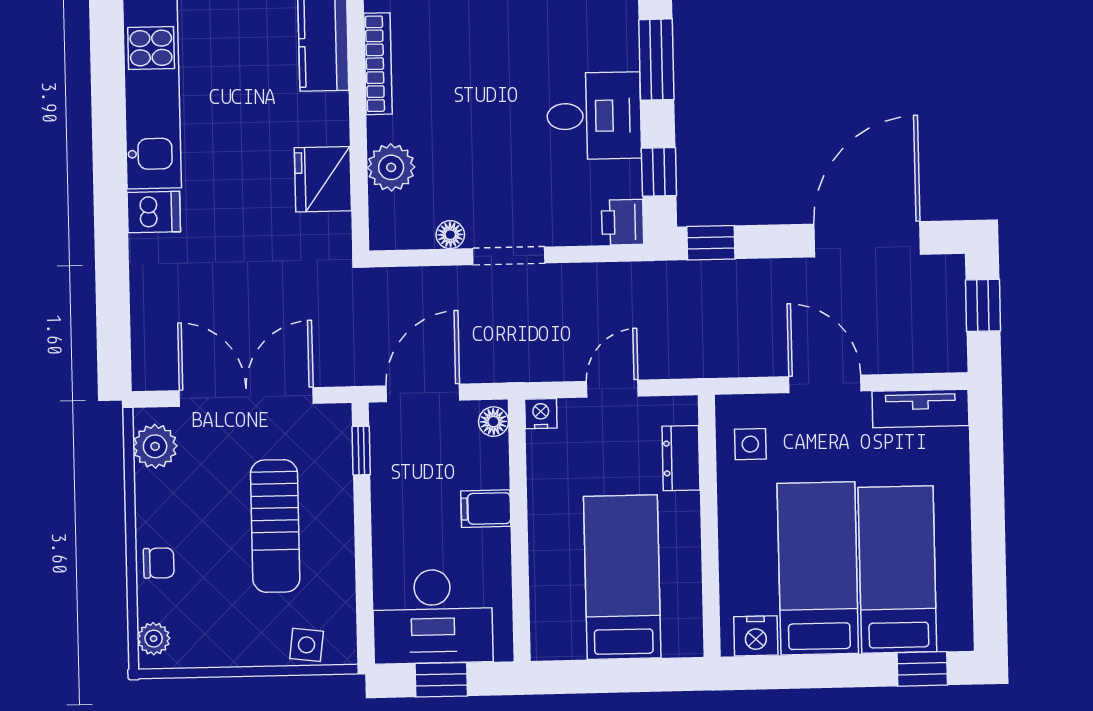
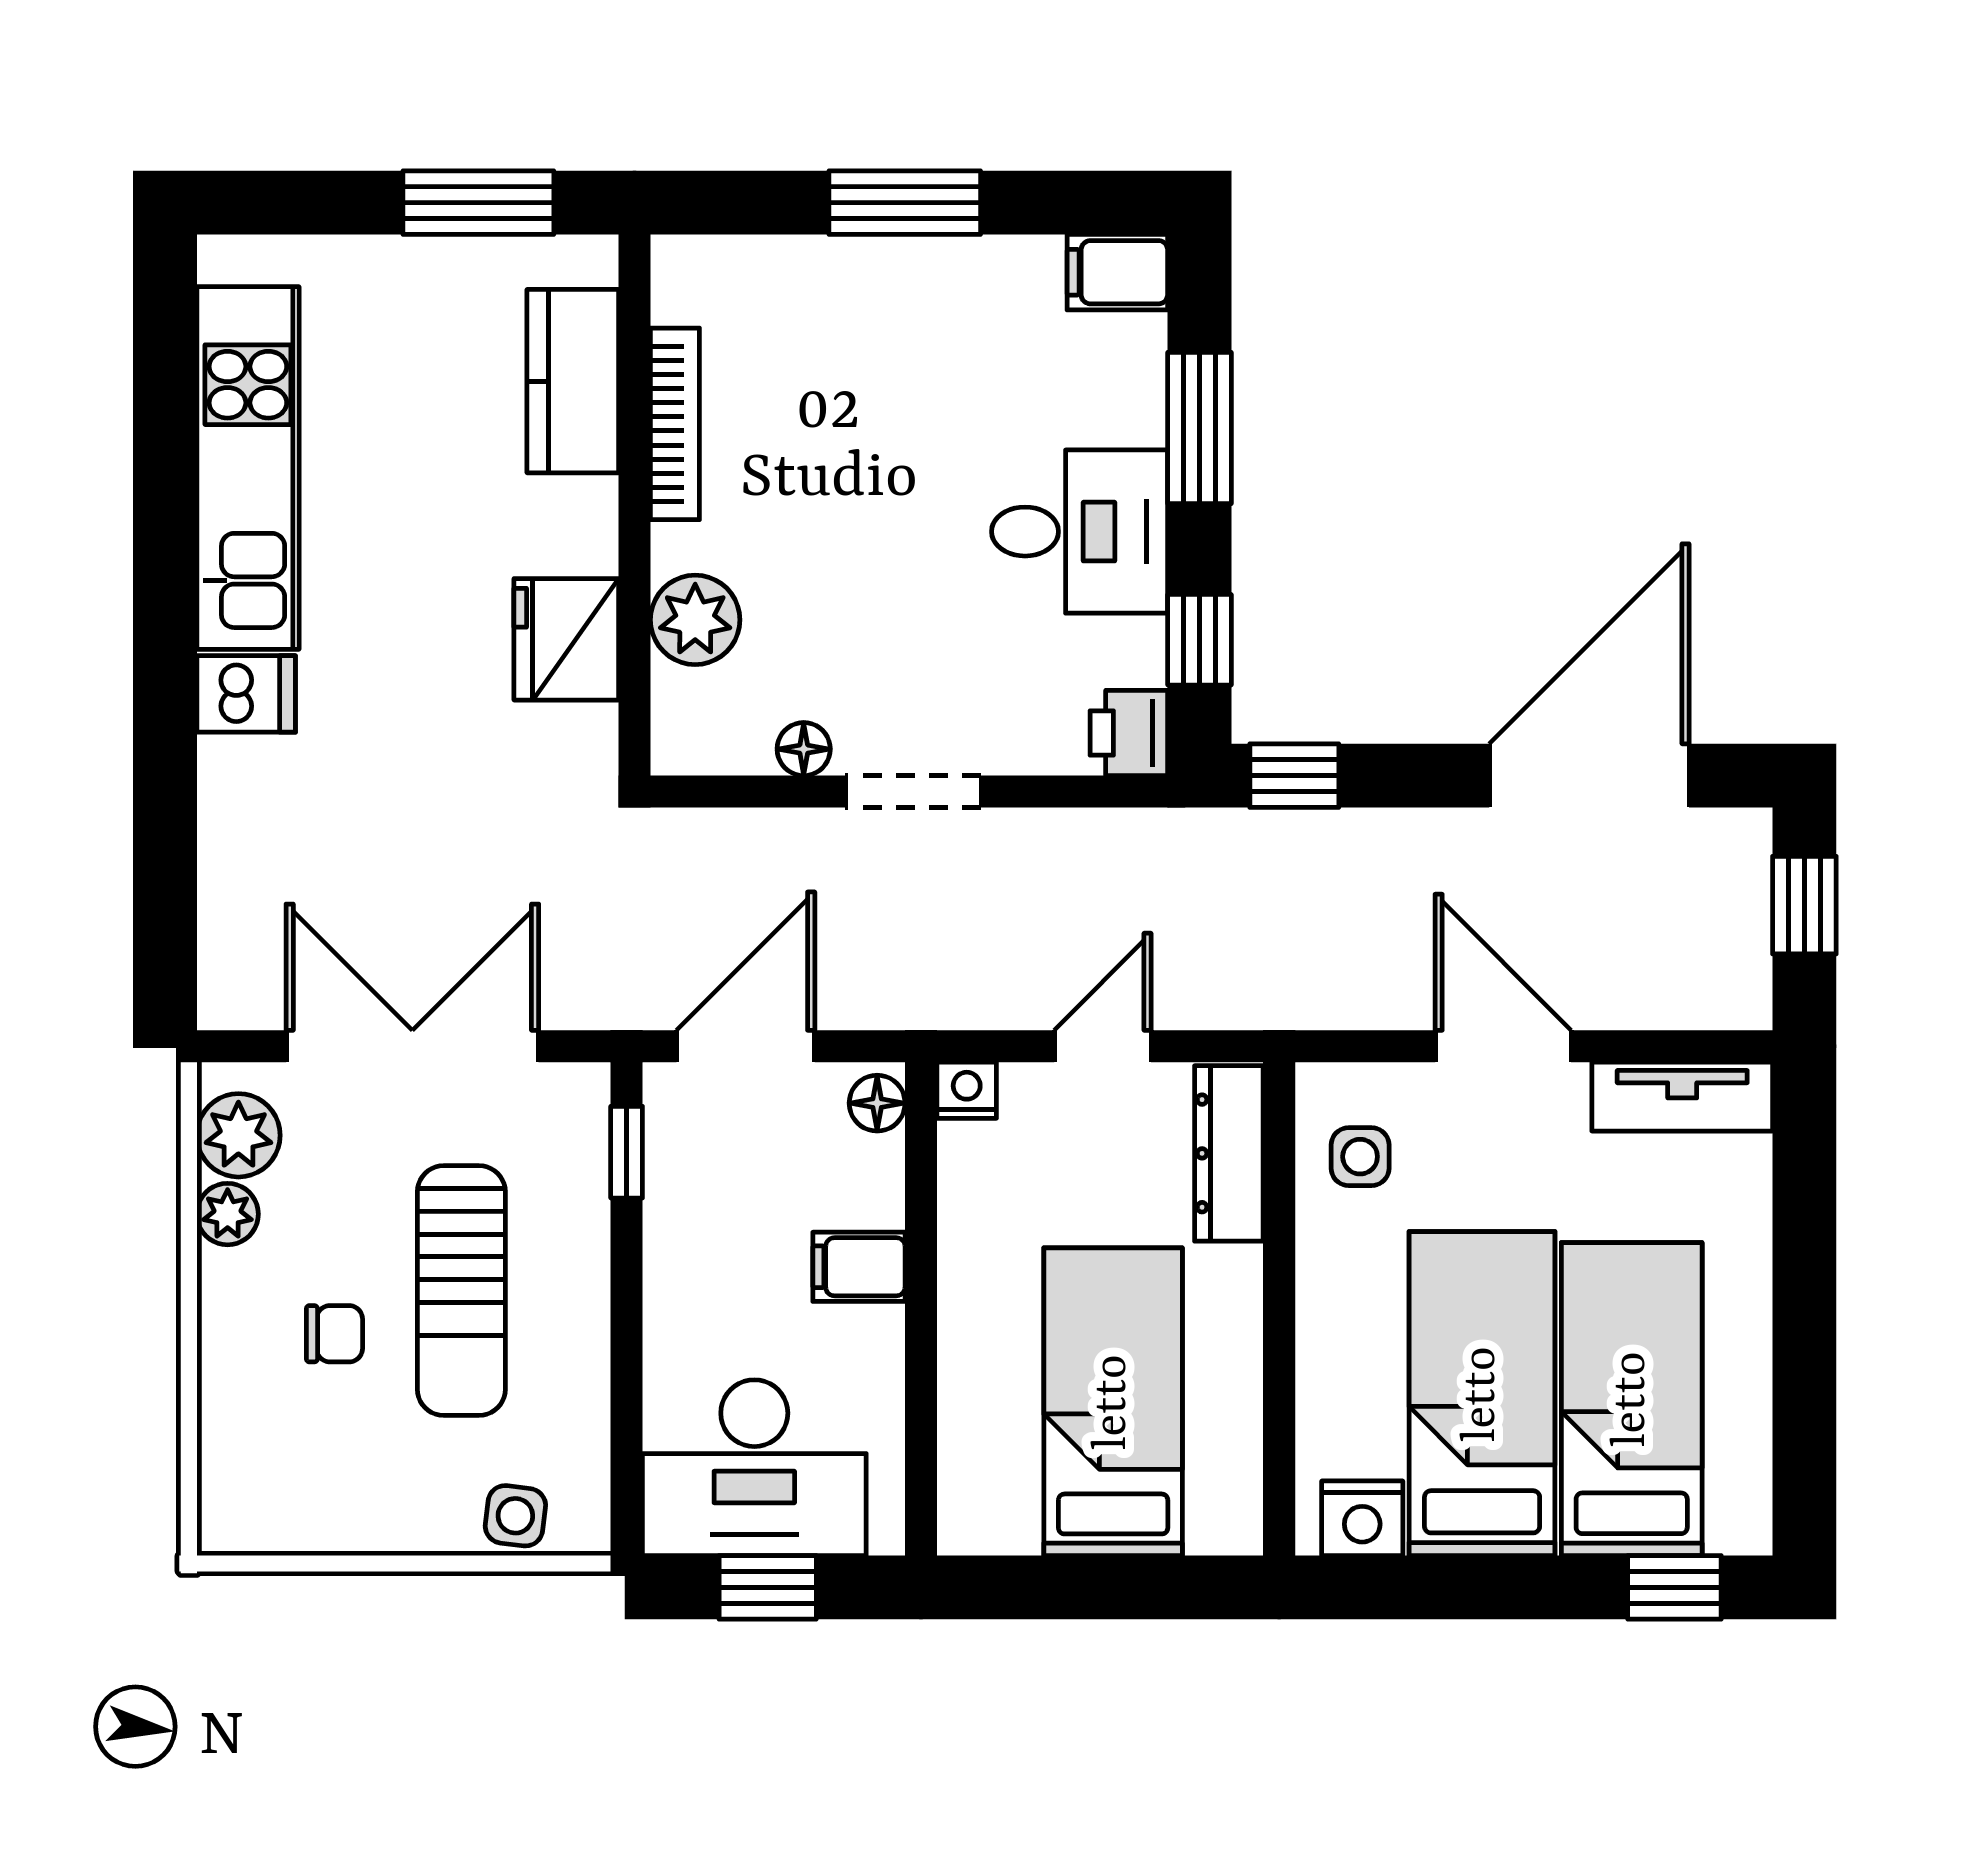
dresser: (681, 458) -> (1229, 1153), width x1.44
chair: (159, 563) -> (334, 1334), moved
plant: (154, 639) -> (228, 1214), moved

